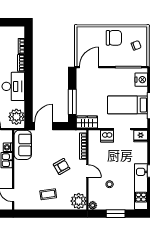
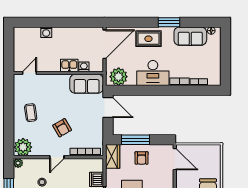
armchair: (88, 96) -> (142, 158), added

